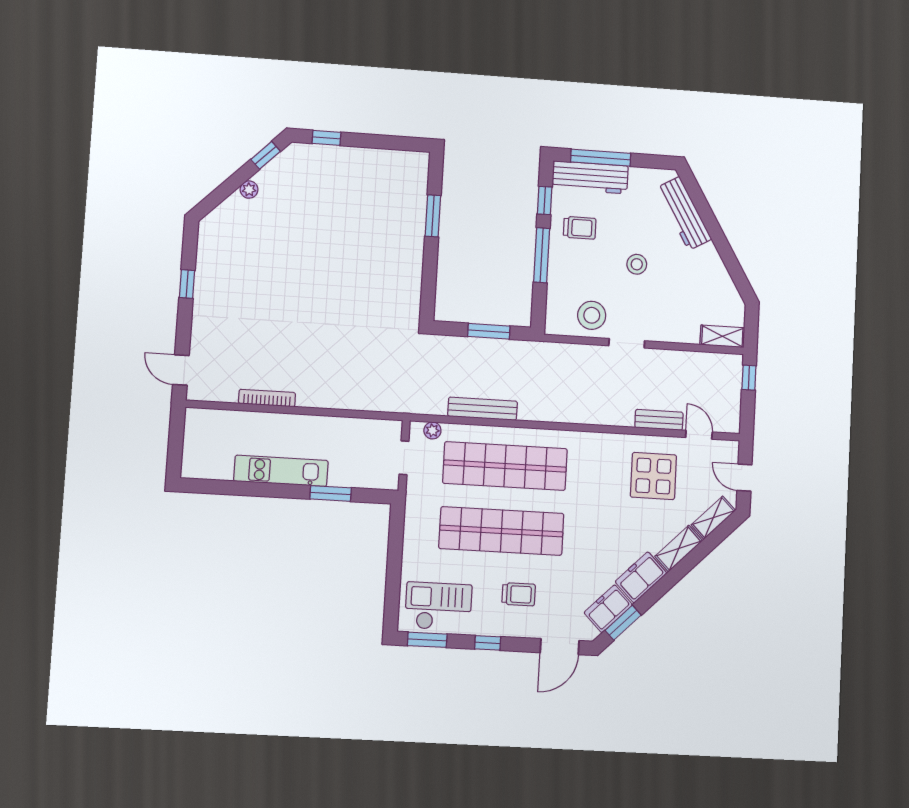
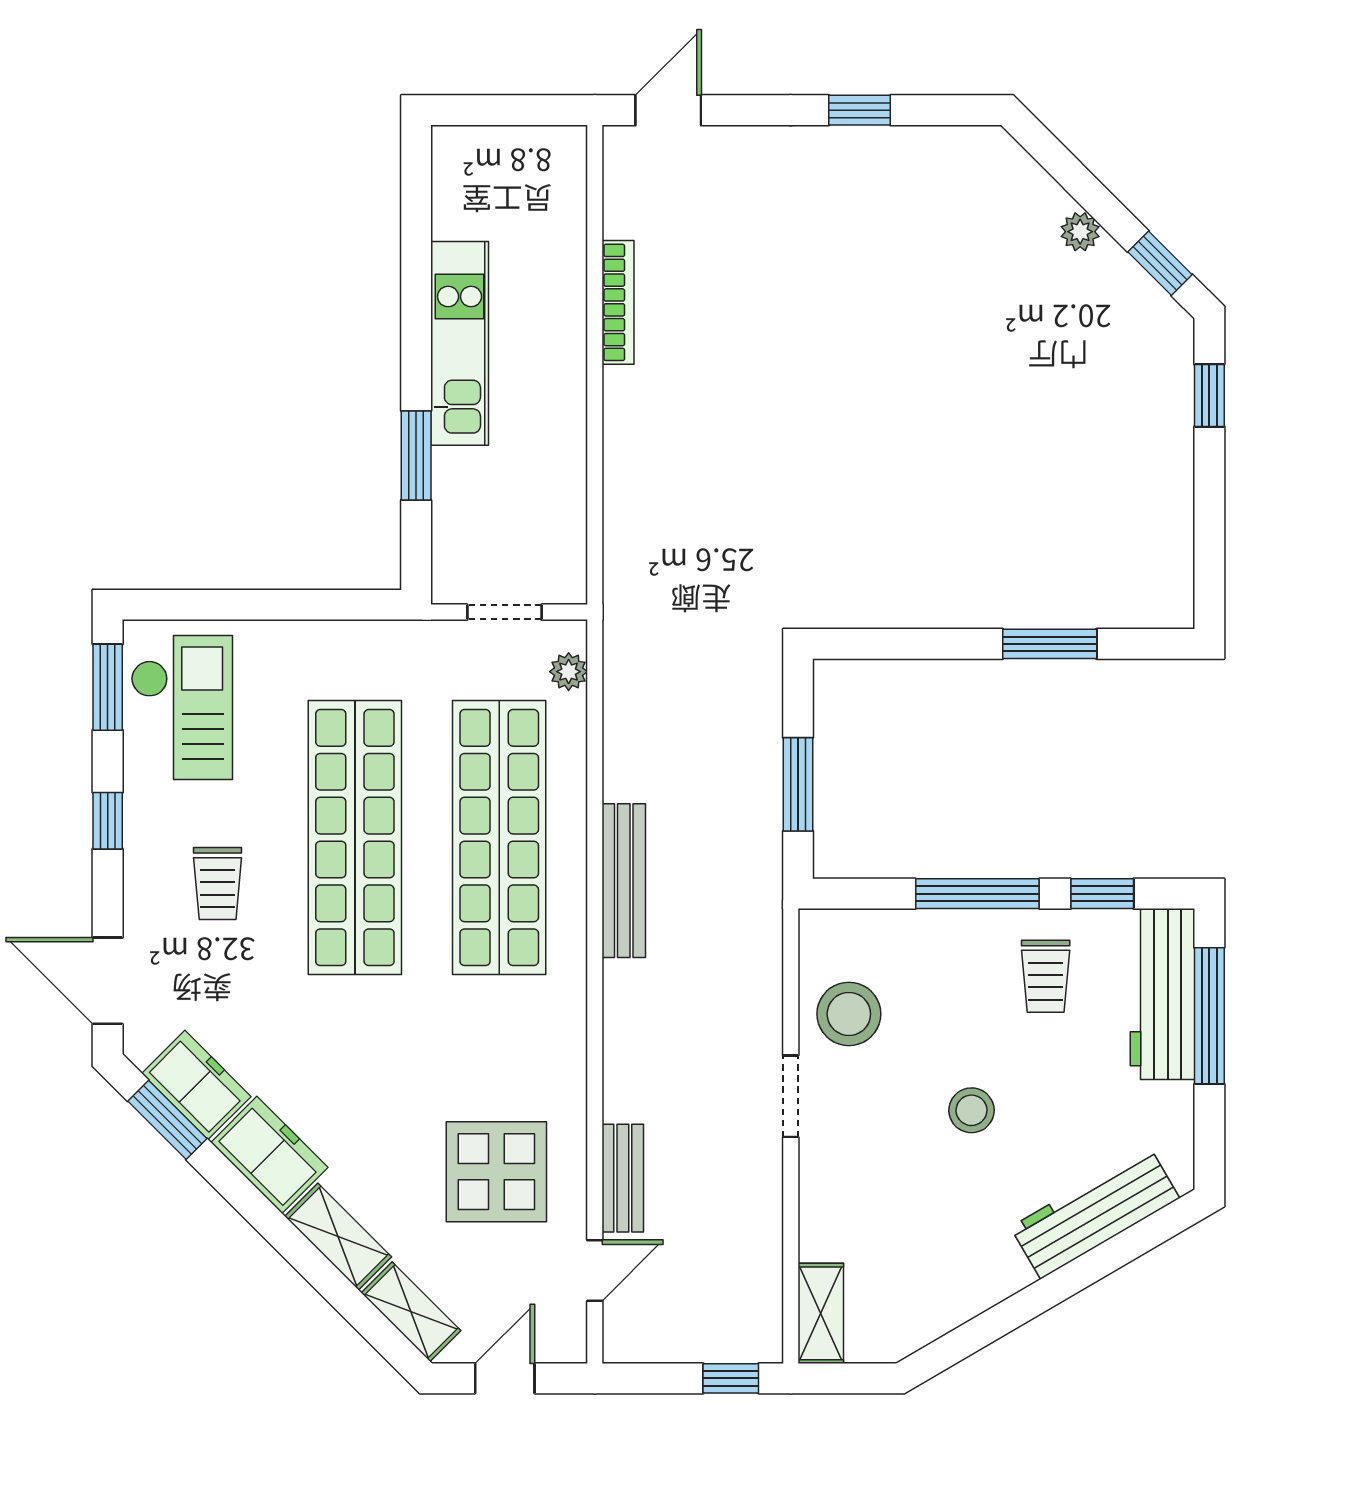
bench: (483, 409) -> (624, 881), moved

